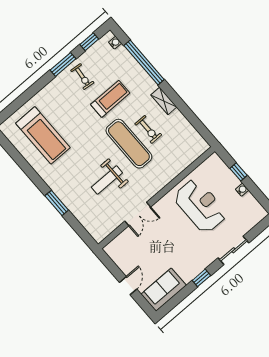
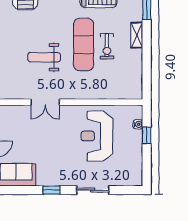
water cooler: (242, 190) -> (138, 124), moved
reception desk: (200, 206) -> (97, 136), turned 180

